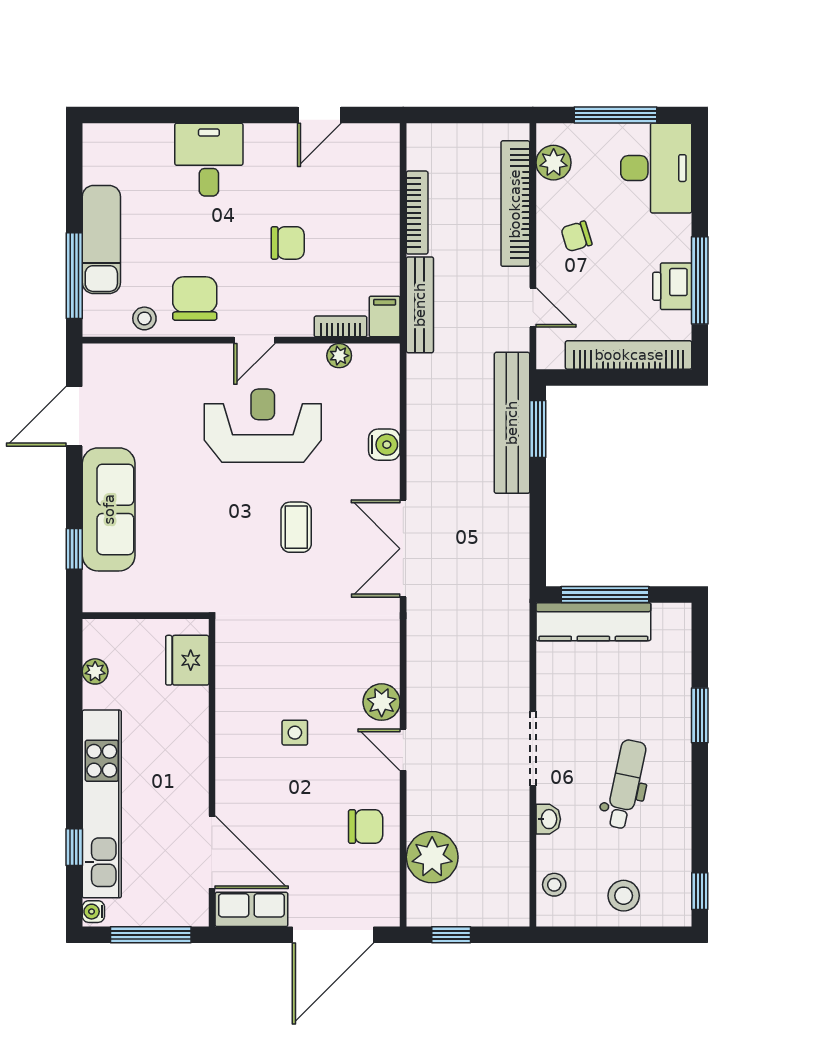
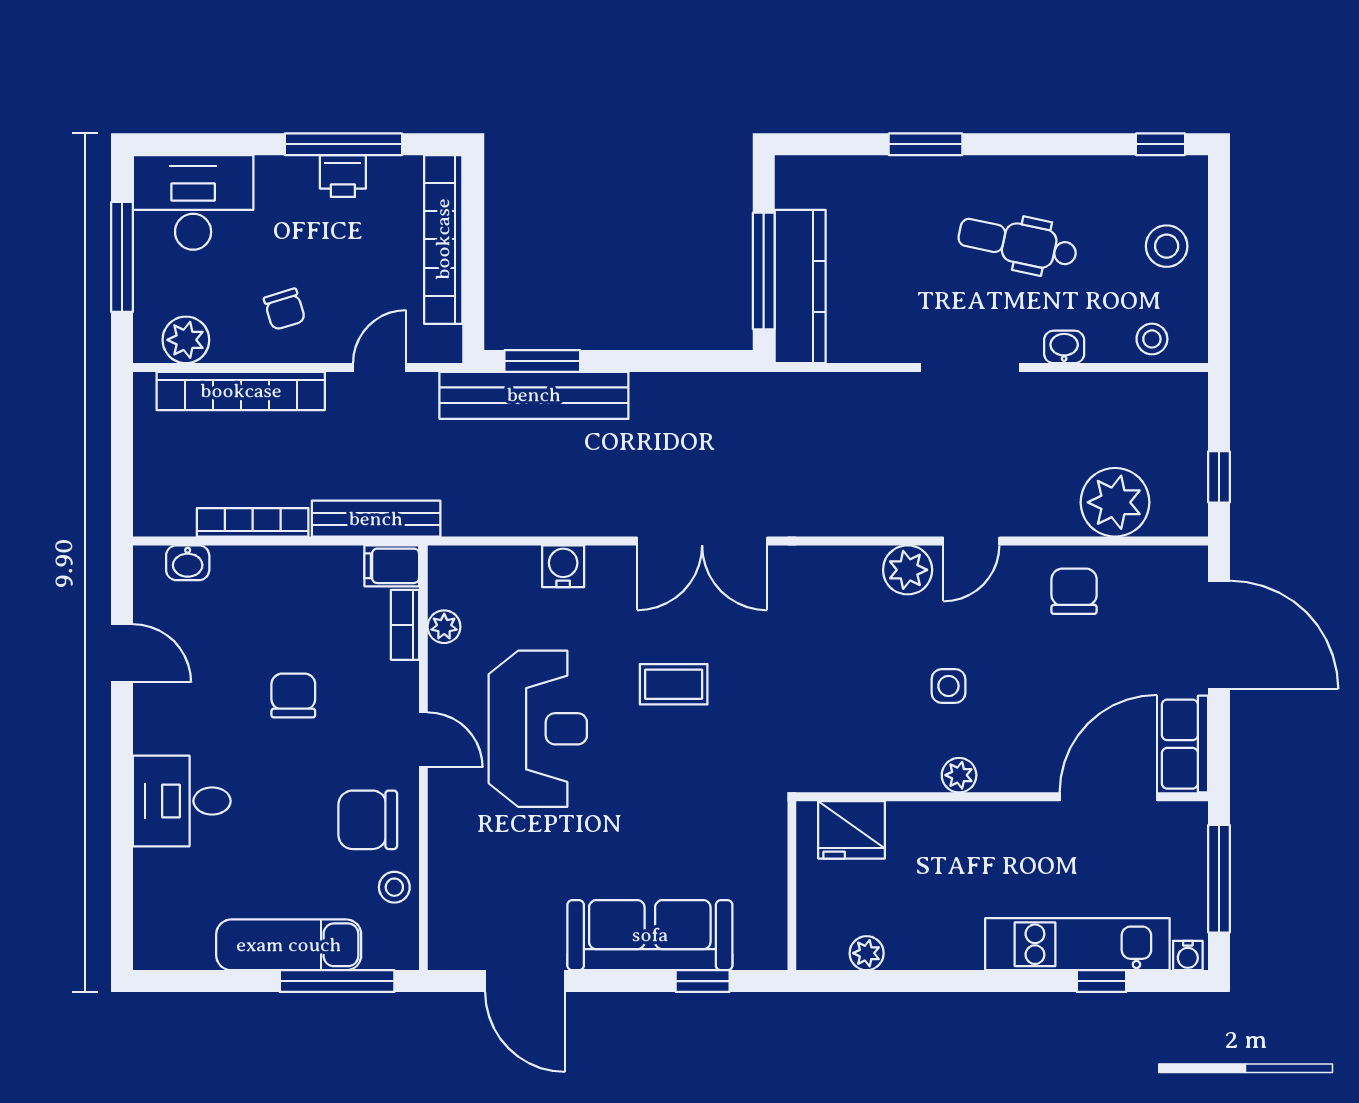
washbasin: (387, 164) -> (188, 563), added
printer: (672, 286) -> (343, 176), width x0.73, depth x0.81
reception desk: (263, 426) -> (538, 729), turned 180
plant: (228, 741) -> (959, 775), added
kitchen unit: (102, 804) -> (1077, 944), width x0.73

